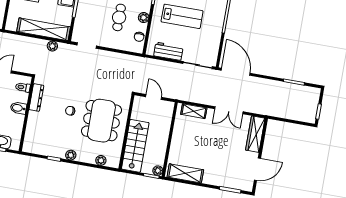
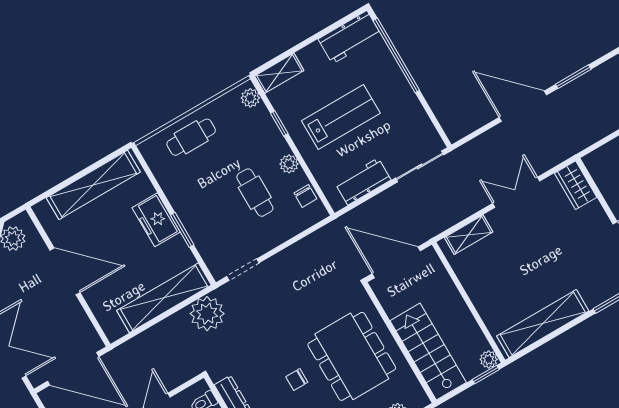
plant: (52, 46) -> (207, 314), width x1.87, depth x1.87
door: (236, 72) -> (523, 106), moved
door: (154, 97) -> (396, 262), width x1.87
double door: (229, 110) -> (516, 192), swing flipped
wardrobe: (255, 134) -> (576, 185), width x0.67
shelving: (185, 173) -> (543, 324), width x1.47

